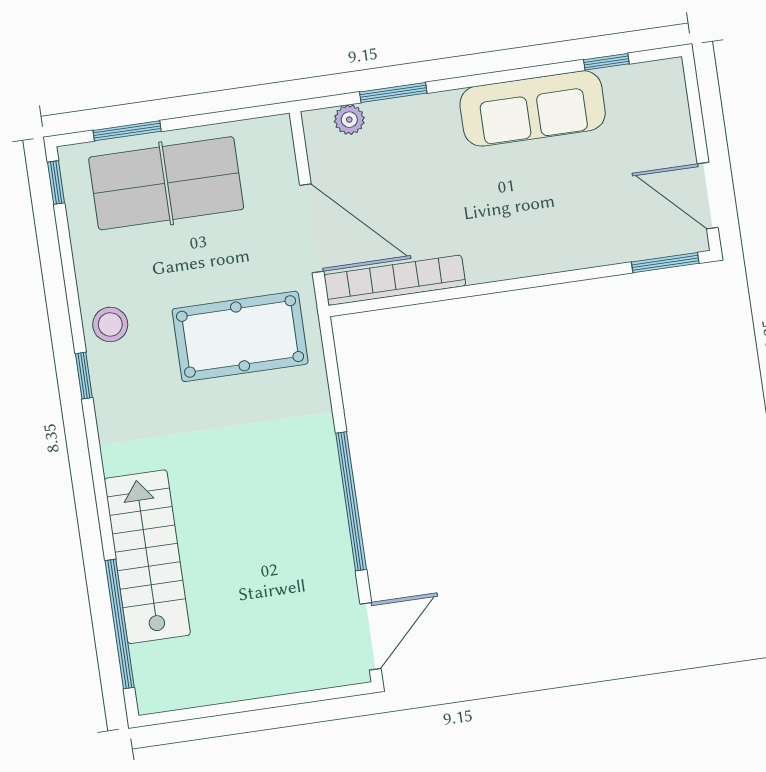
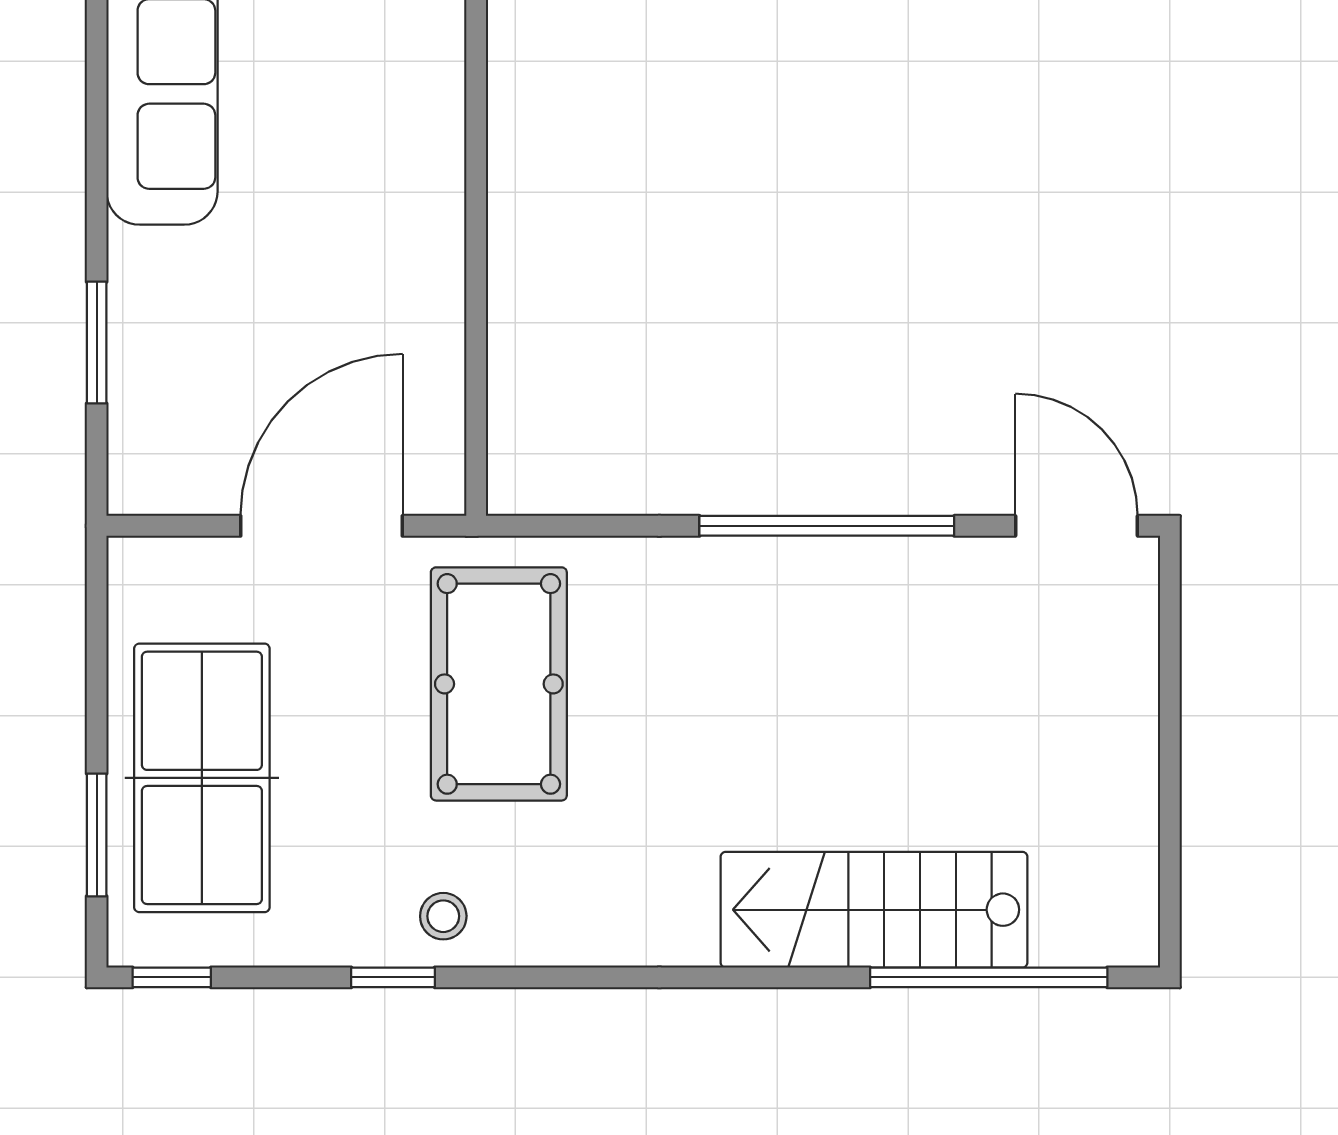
plant: (349, 120) -> (134, 429), removed
bookcase: (395, 280) -> (437, 389), removed
stool: (110, 324) -> (443, 916), width x0.73, depth x0.73
window: (84, 376) -> (393, 977), moved

